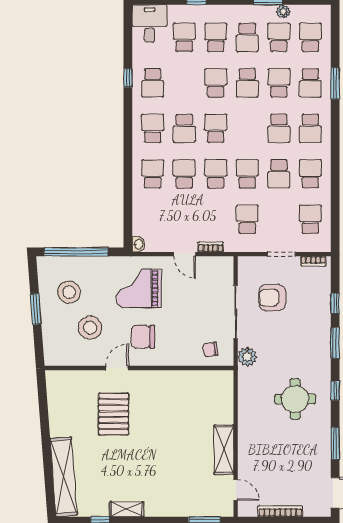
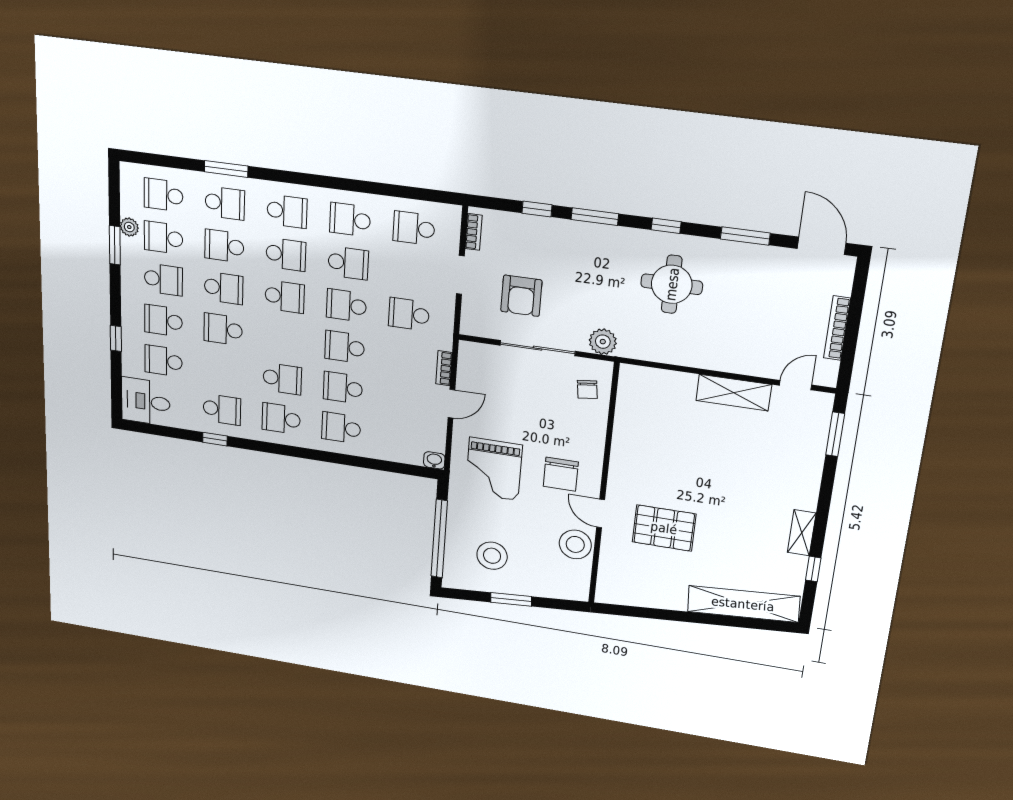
school desk: (216, 128) -> (285, 297), moved, turned 180
stool: (90, 328) -> (575, 544), moved

